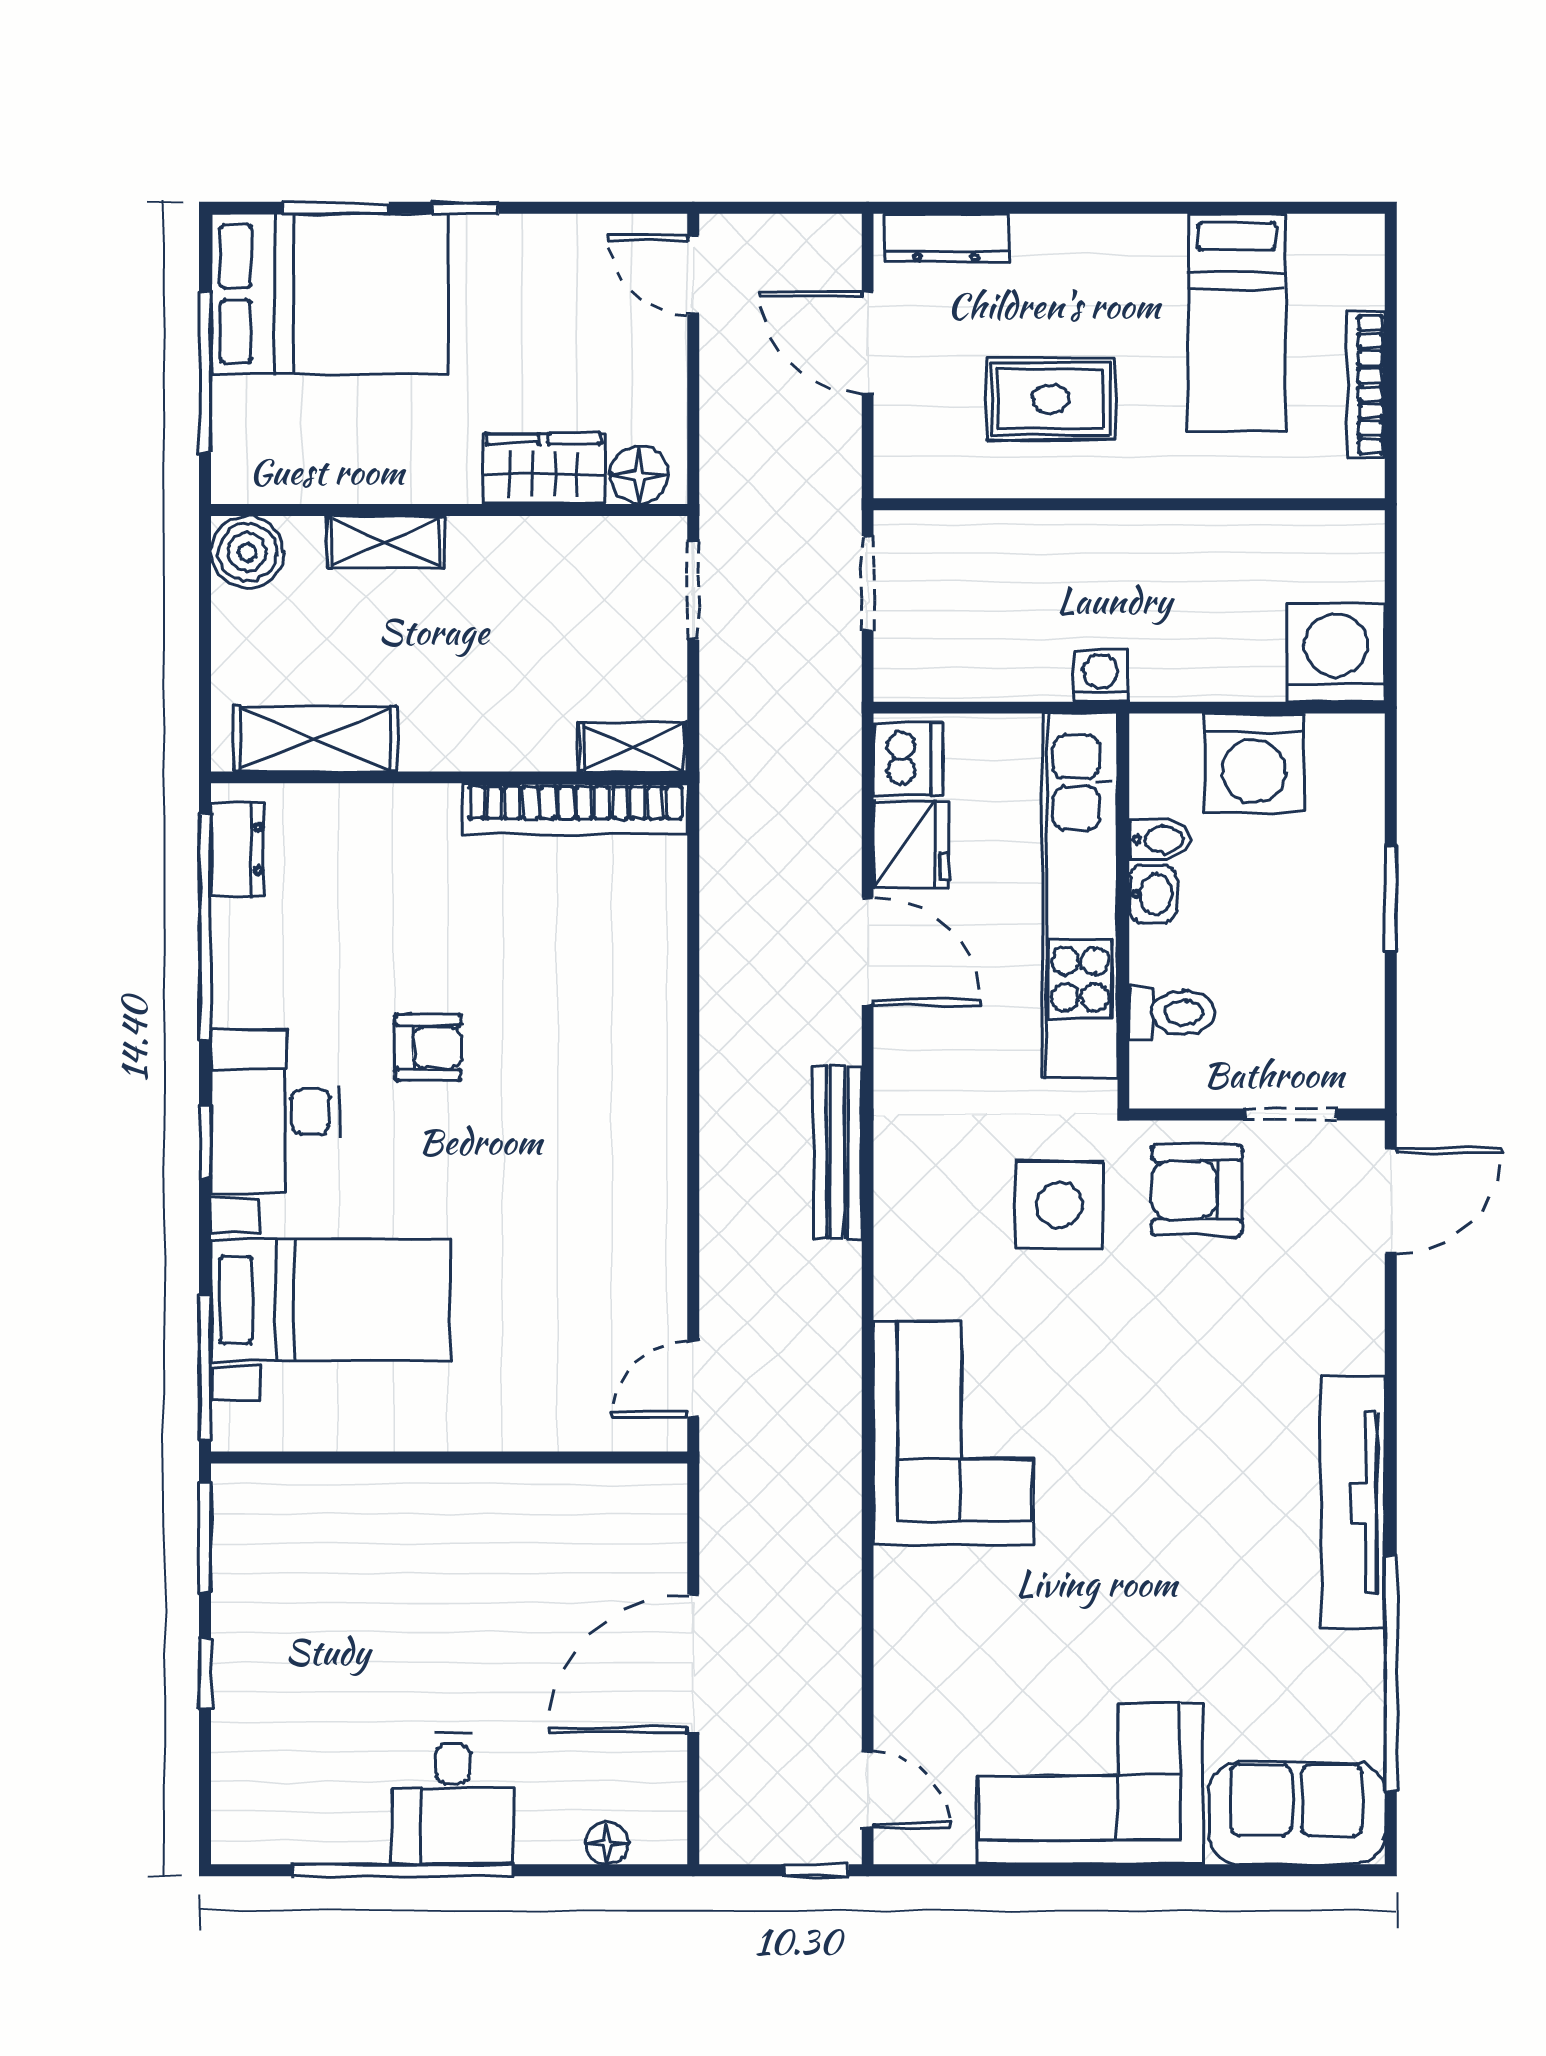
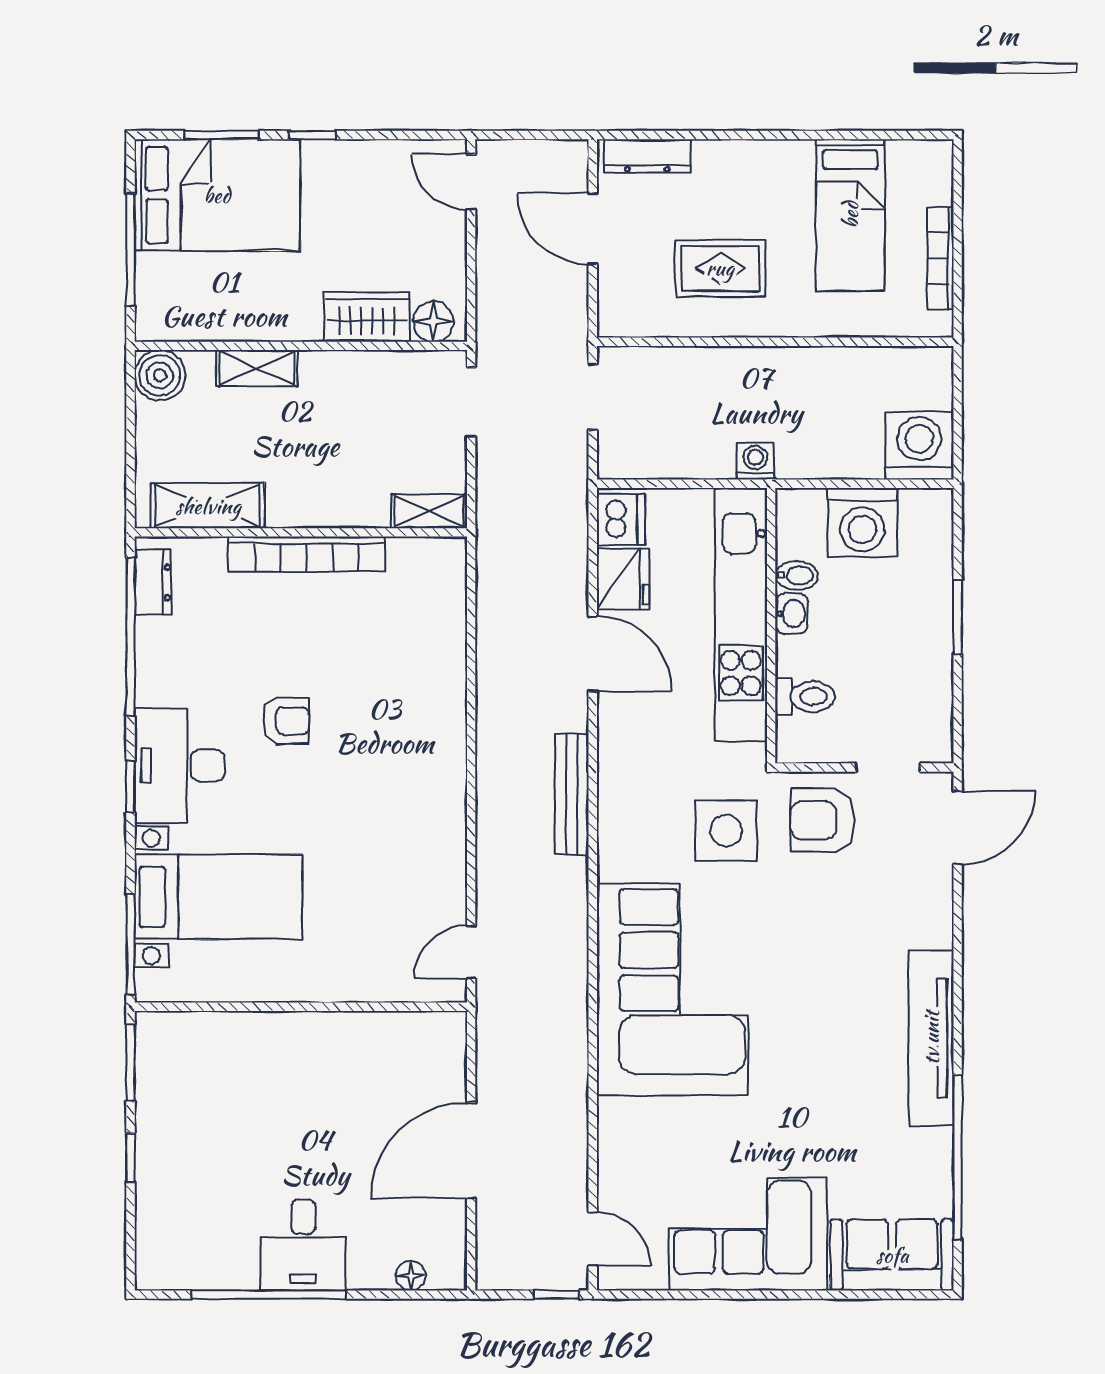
bookcase: (575, 809) -> (306, 554), moved
corner sofa: (953, 1433) -> (672, 989), width x1.36, depth x1.36

